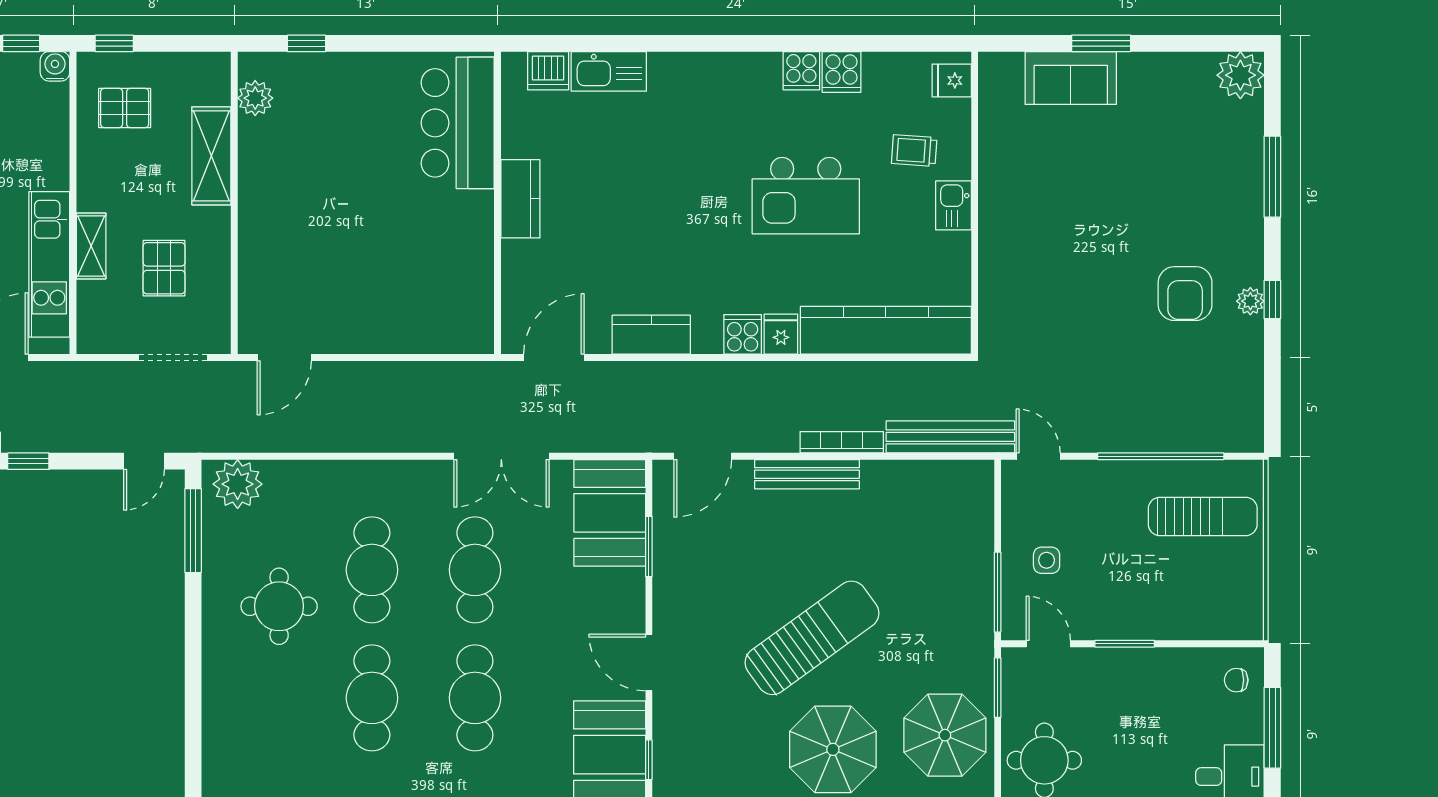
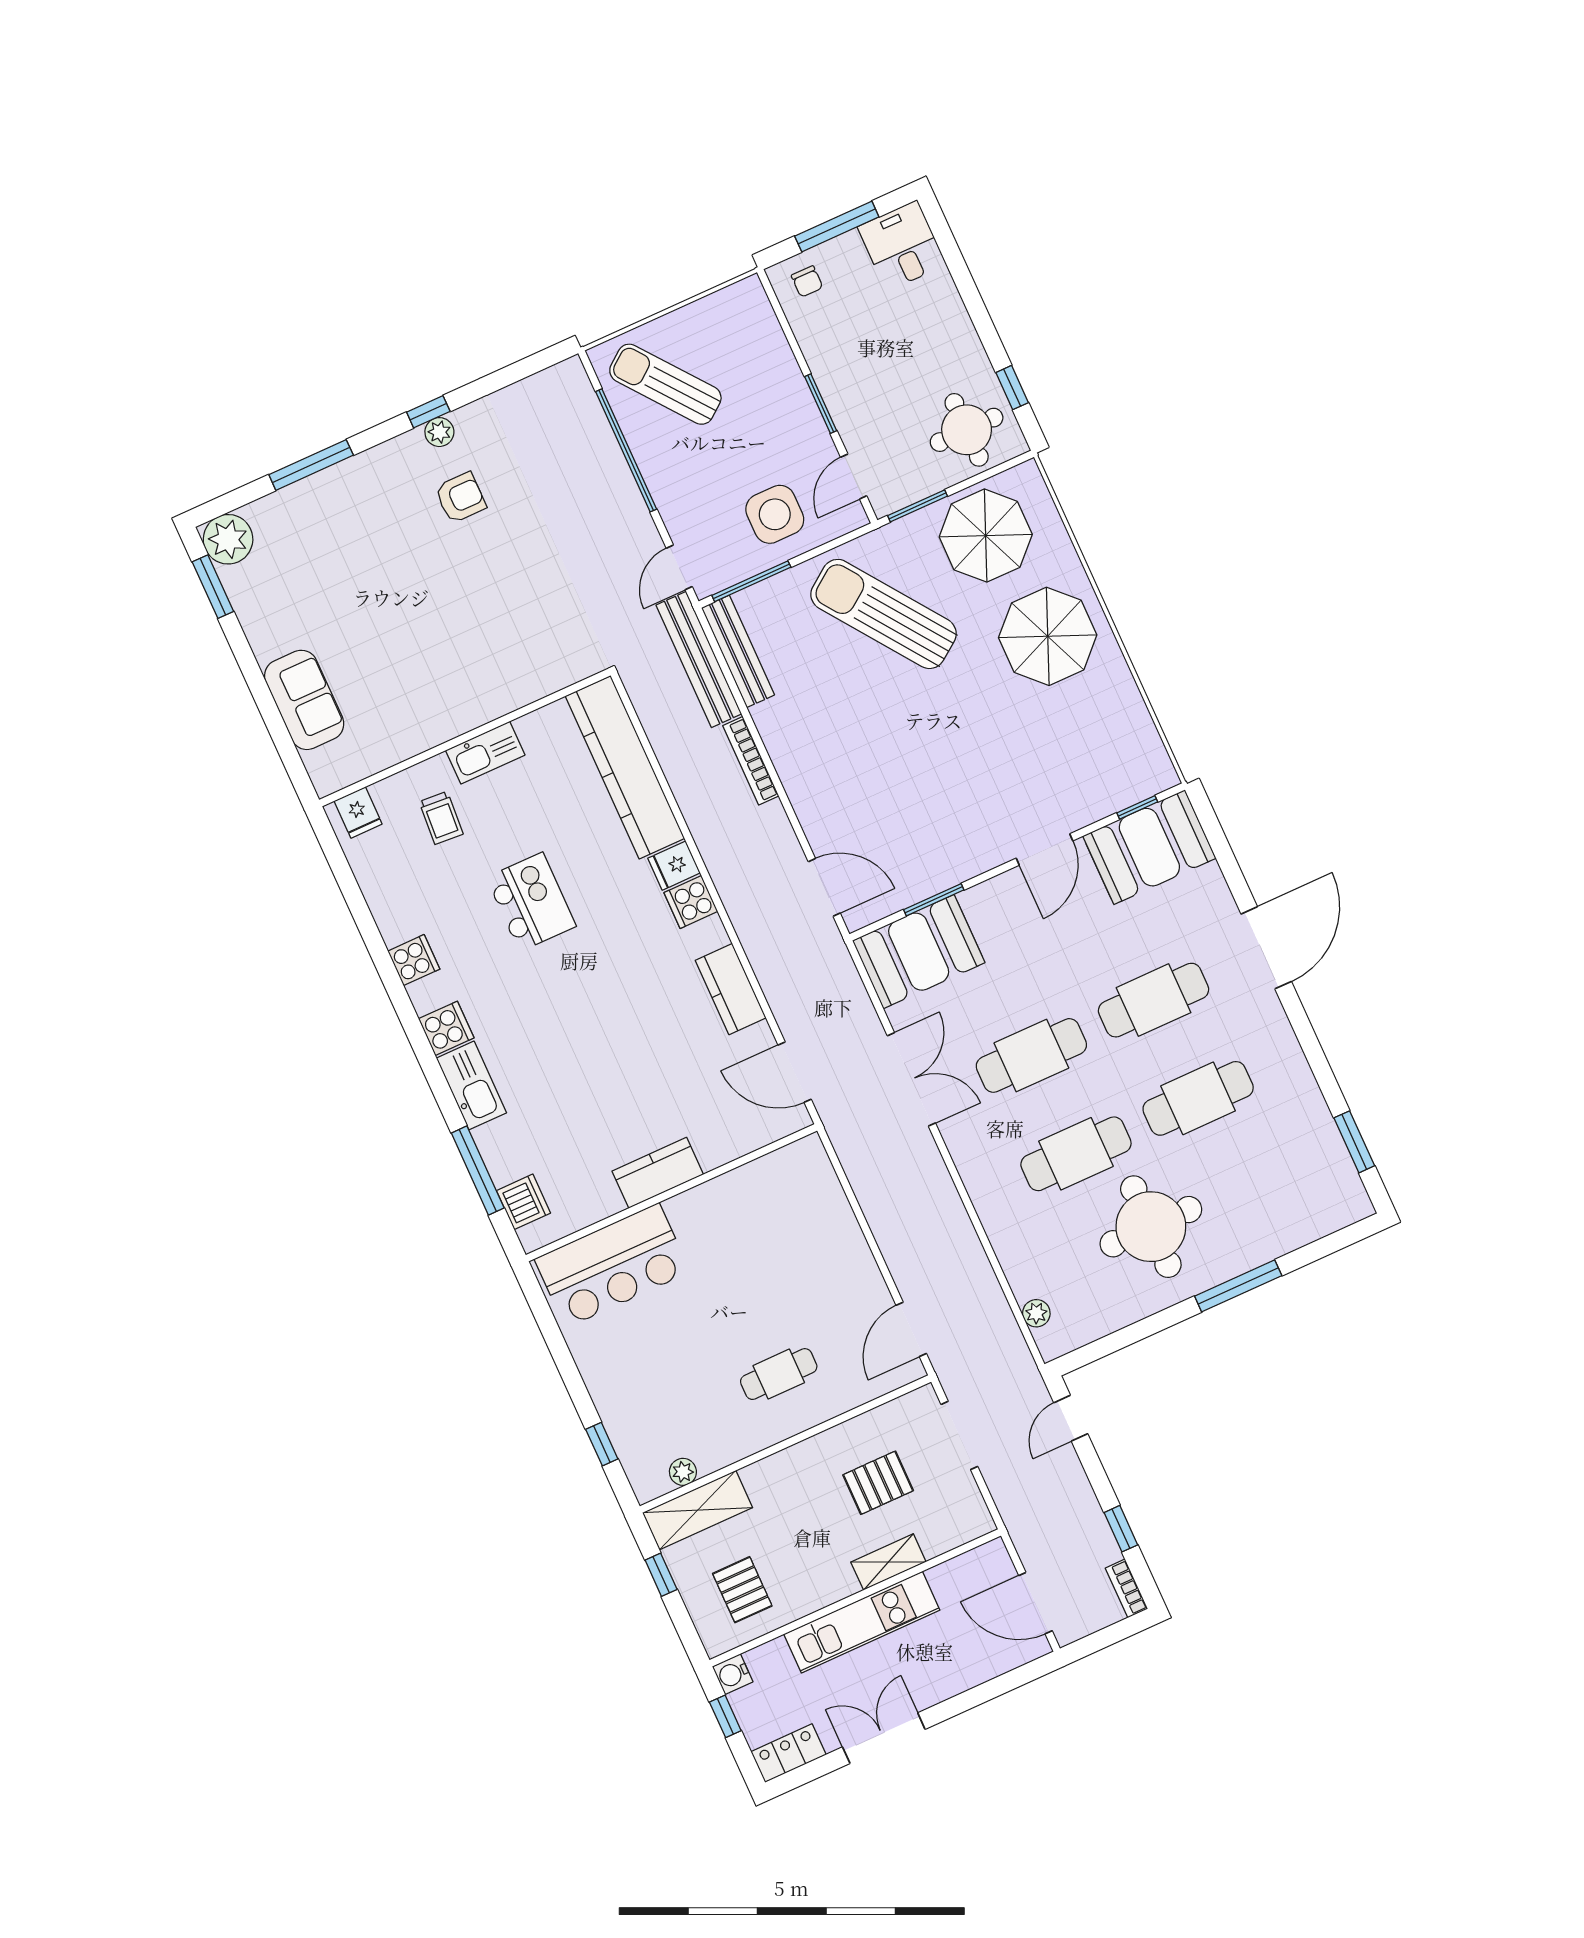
window: (114, 43) -> (661, 1575), moved
window: (593, 43) -> (478, 1170), added
window: (1101, 43) -> (213, 587), moved
kitchen sink: (609, 71) -> (471, 1085), moved
cooker: (842, 72) -> (446, 1028), moved
plant: (255, 98) -> (683, 1472), width x0.73, depth x0.73
shelving: (211, 156) -> (698, 1510), moved
kitchen island: (806, 196) -> (531, 902), width x0.73, depth x0.78
kitchen sink: (954, 205) -> (485, 753), width x1.38
cafe table: (298, 225) -> (779, 1374), added
kitchen unit: (49, 264) -> (862, 1622), moved
armchair: (1185, 294) -> (460, 498), width x0.72, depth x0.72
door: (284, 358) -> (911, 1329), swing flipped
door: (144, 461) -> (1071, 1418), swing flipped
bench: (807, 474) -> (738, 651), moved
plant: (238, 484) -> (1036, 1313), width x0.53, depth x0.53
sun lounger: (1203, 516) -> (665, 384), turned -38
window: (193, 531) -> (1238, 1286), moved
side table: (1047, 560) -> (775, 514), width x1.87, depth x1.87
window: (998, 592) -> (751, 581), moved
round table: (279, 606) -> (1151, 1227), width x1.36, depth x1.36
sun lounger: (812, 638) -> (884, 614), moved

